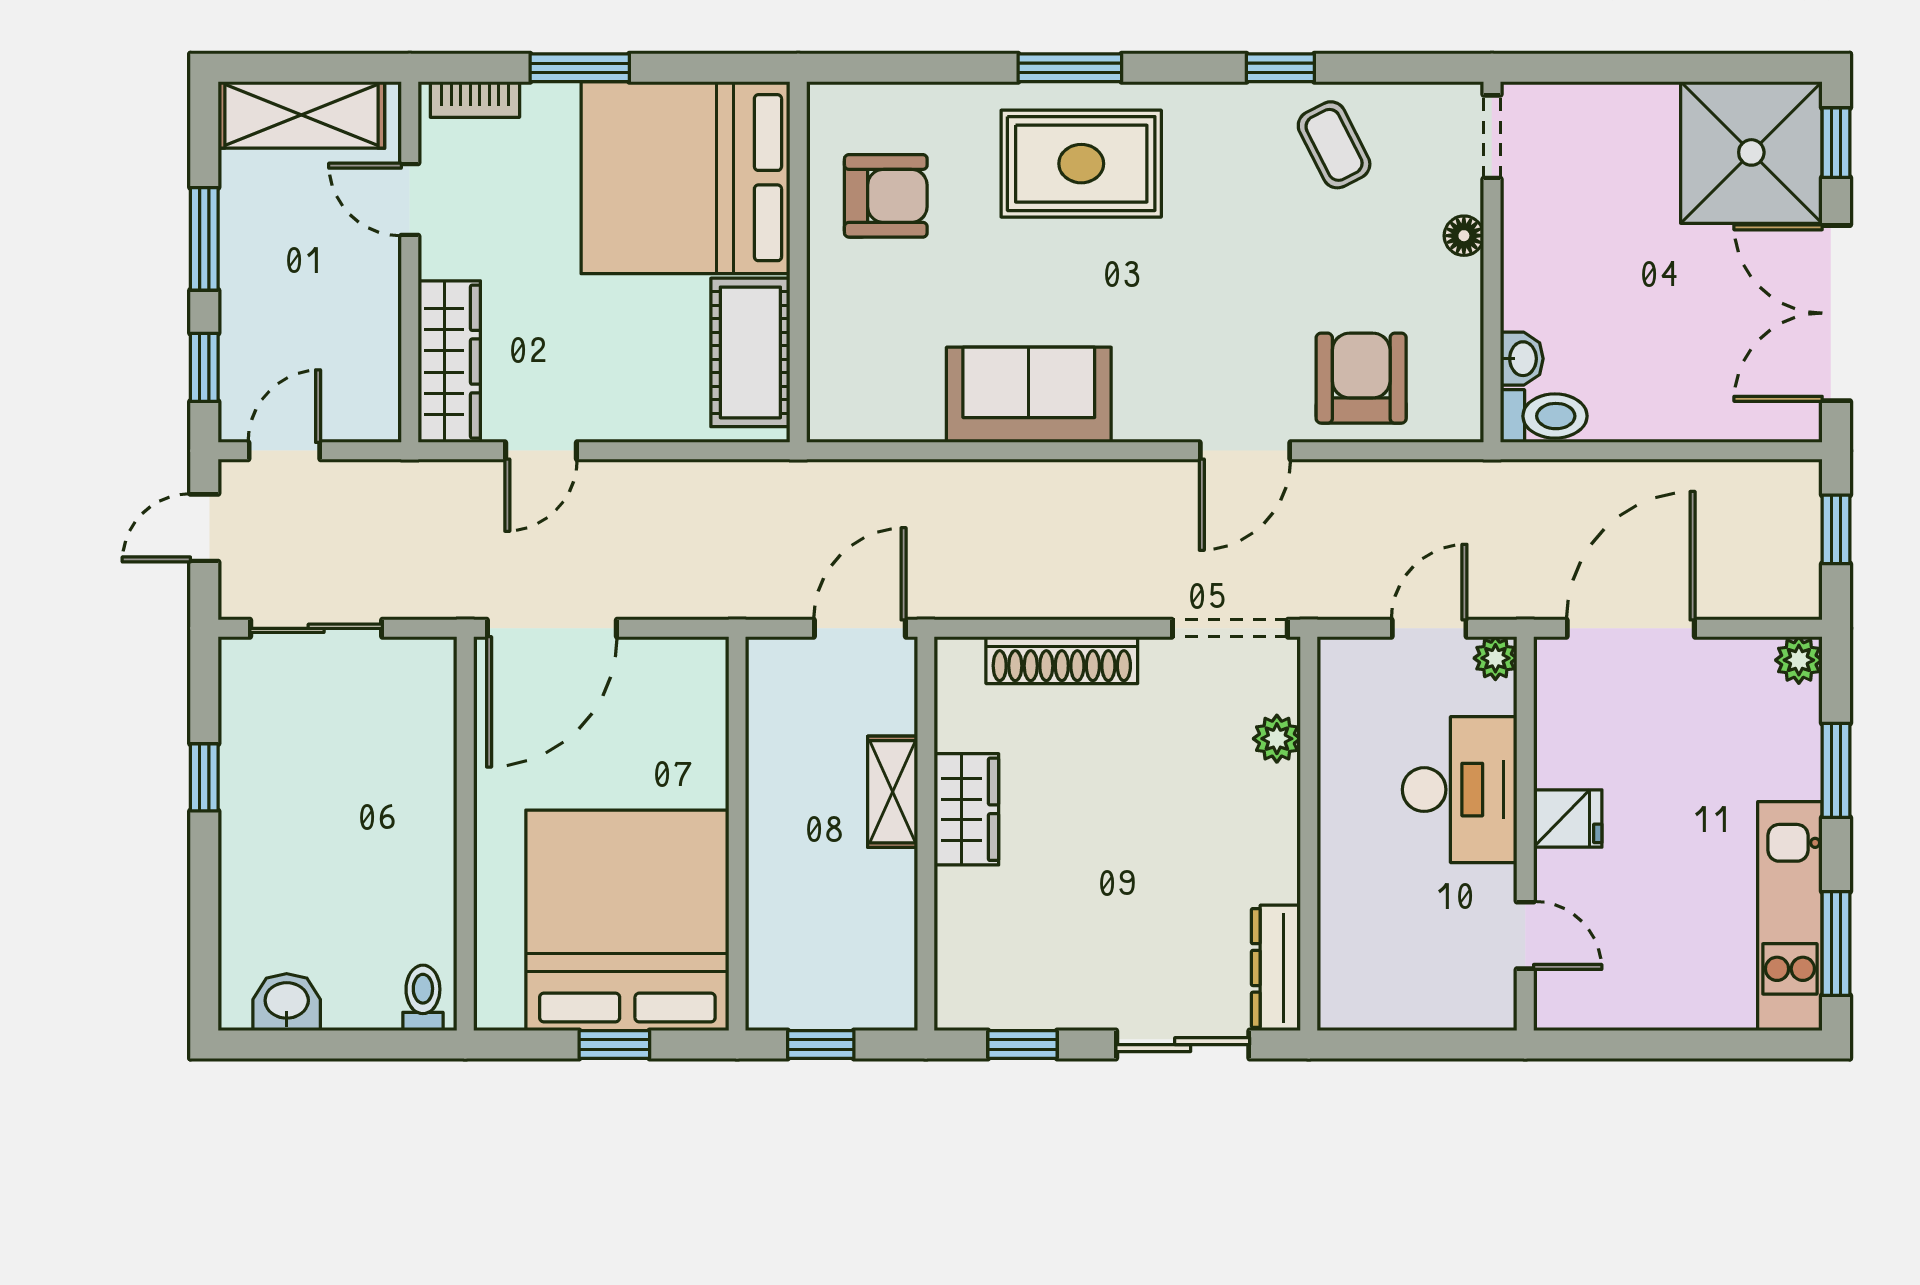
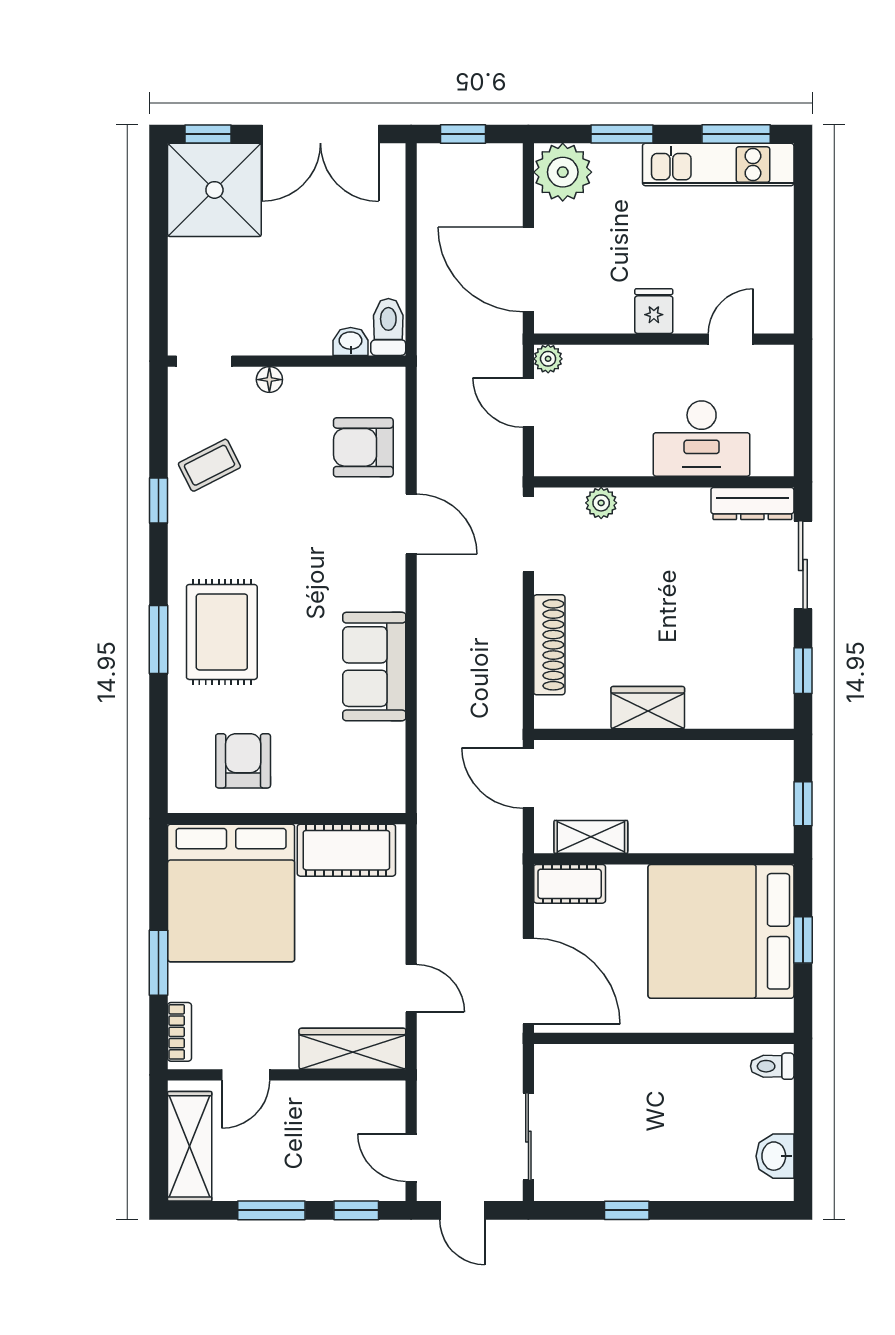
plant: (1799, 660) -> (563, 172), width x1.88, depth x1.88
cot: (699, 691) -> (570, 884), added
desk: (1460, 790) -> (702, 439), moved, turned 180
shelving: (893, 792) -> (591, 837), moved

